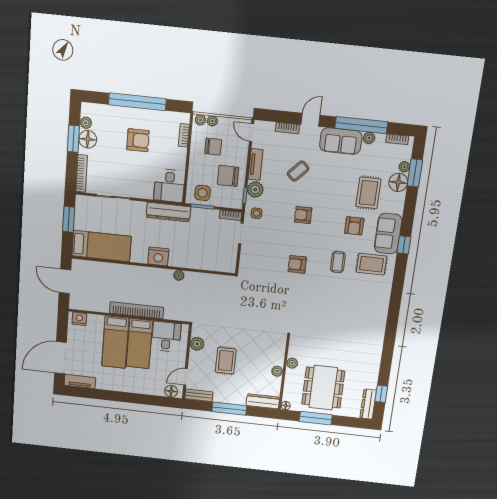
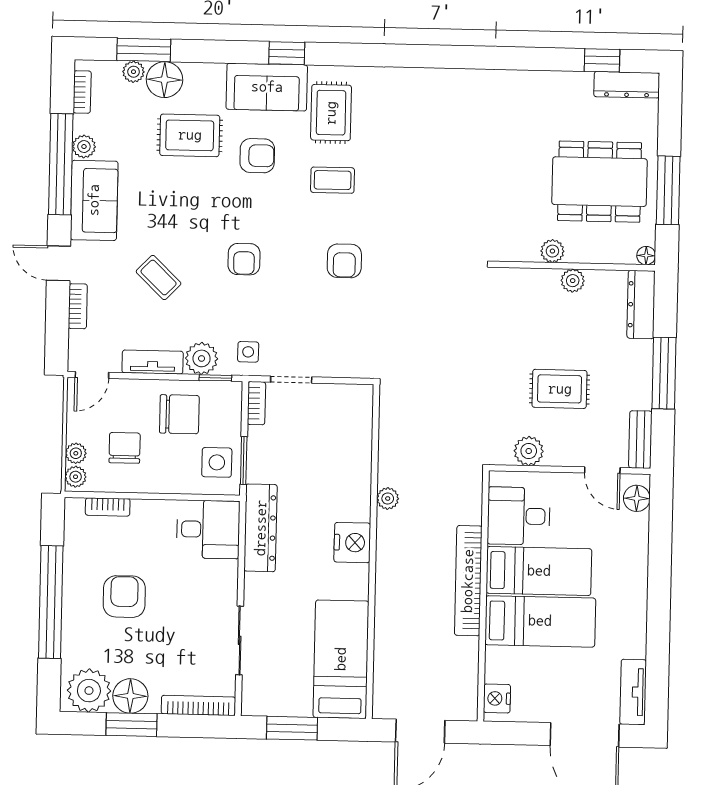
plant: (86, 123) -> (89, 691), width x1.87, depth x1.87
chair: (228, 176) -> (179, 414), turned -90

